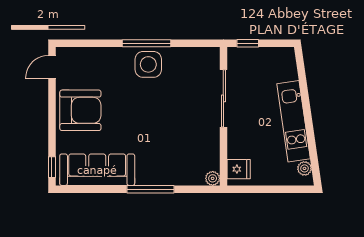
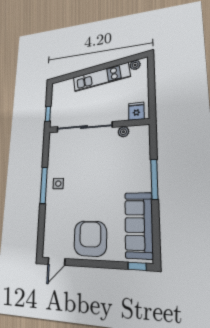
side table: (148, 64) -> (58, 184), width x0.54, depth x0.54
door: (52, 67) -> (56, 261), hinge flipped
sliding door: (223, 98) -> (84, 127), width x1.36
plant: (213, 178) -> (123, 132), moved

